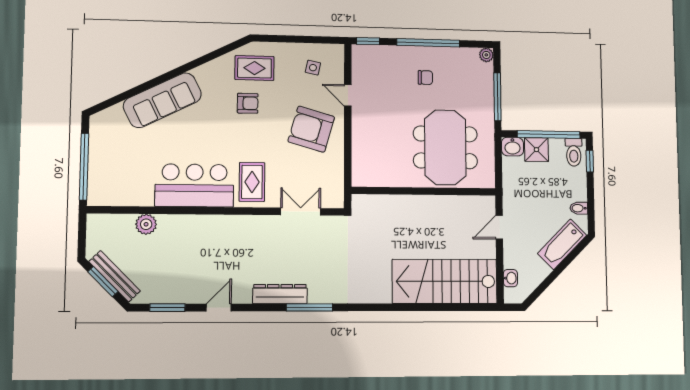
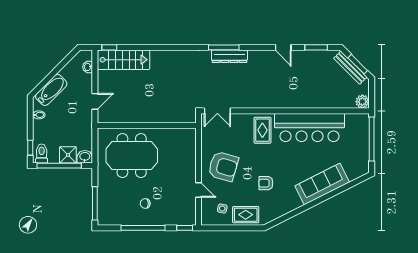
plant: (486, 55) -> (102, 220), removed
rug: (255, 68) -> (246, 215), moved
window: (497, 97) -> (95, 203), moved
meeting table: (445, 147) -> (132, 156), turned 90
bar counter: (194, 185) -> (309, 127), width x1.36
double door: (301, 212) -> (217, 111), moved
plant: (146, 224) -> (362, 102), moved
stairs: (445, 281) -> (123, 60), width x0.73, depth x0.66
dresser: (280, 294) -> (229, 56), moved
window: (479, 307) -> (109, 47), added
door: (219, 308) -> (283, 47), hinge flipped

